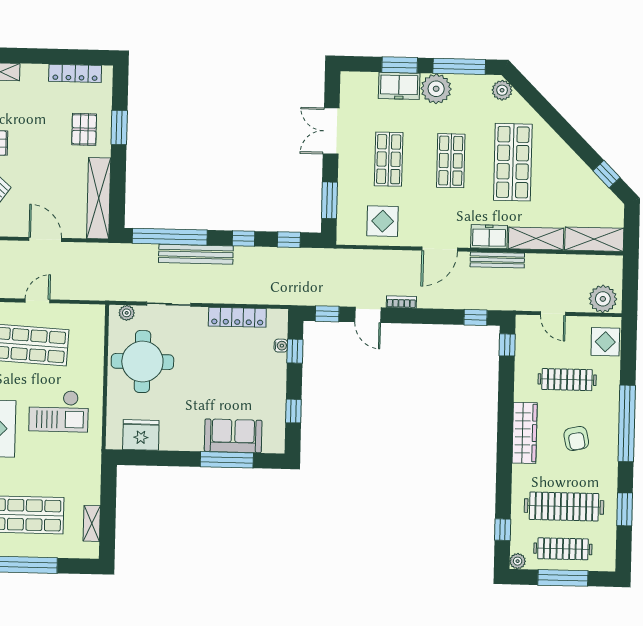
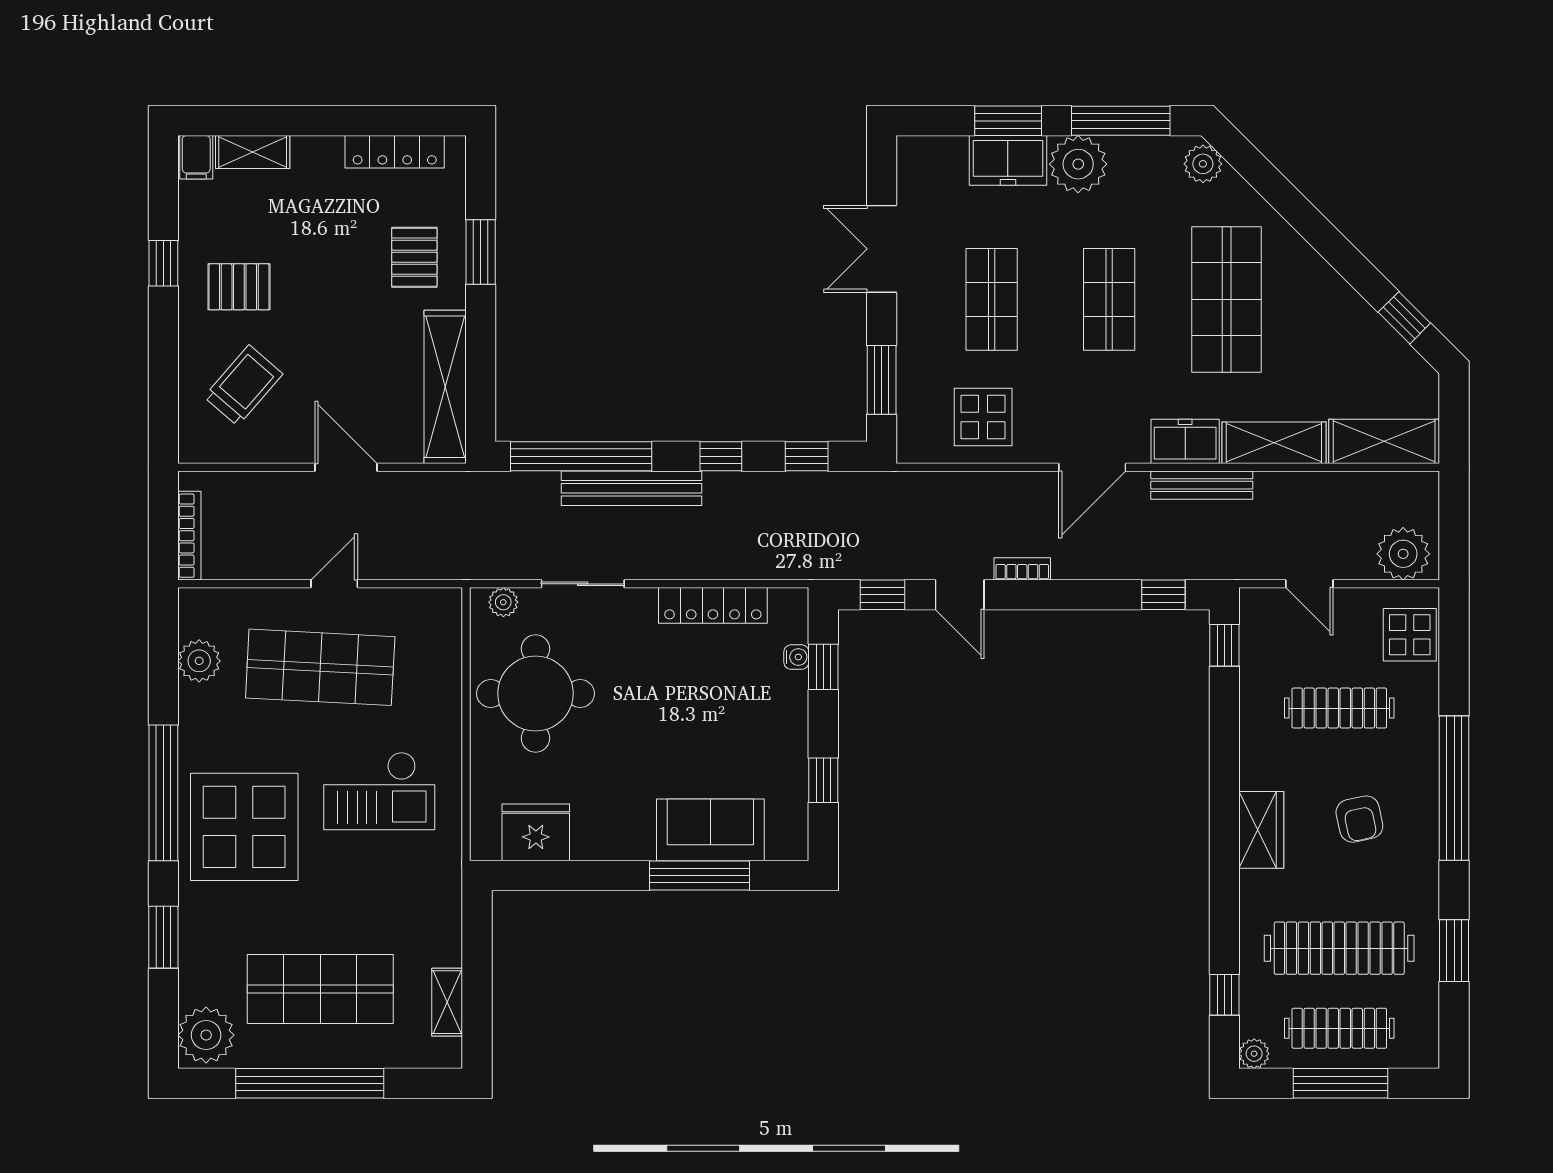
wardrobe: (525, 433) -> (1261, 830), width x0.67

